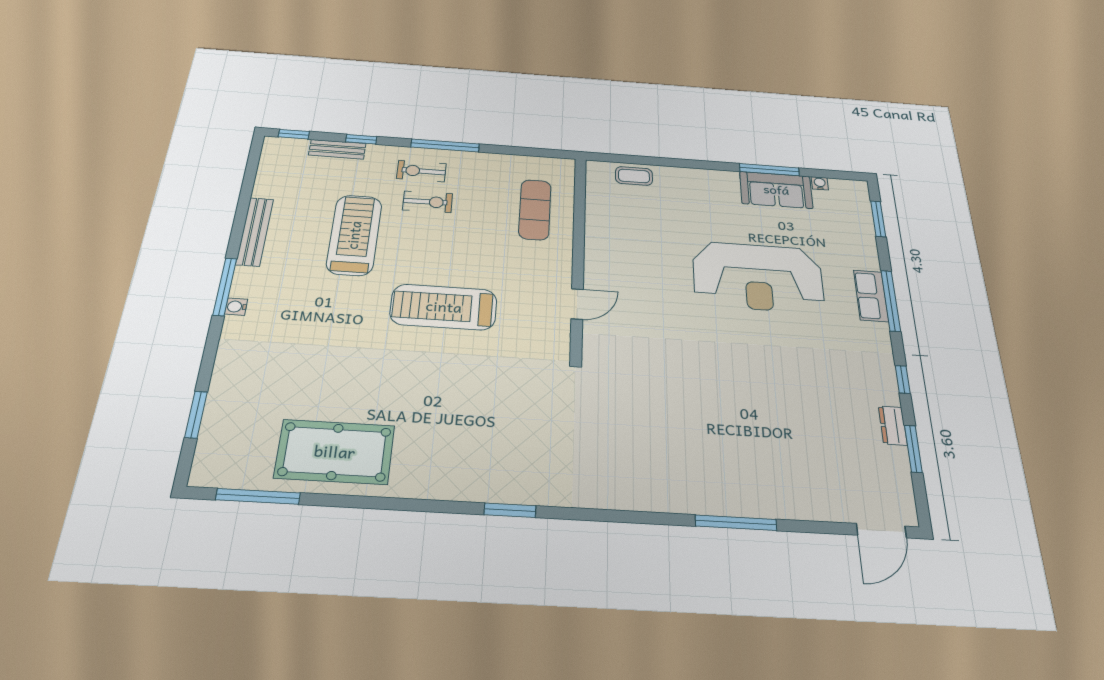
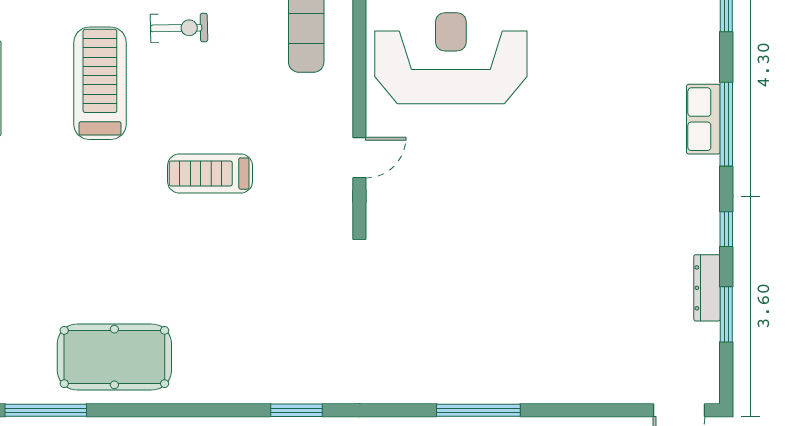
reception desk: (758, 277) -> (451, 58), moved, turned 180
treadmill: (444, 307) -> (210, 174), width x0.73, depth x0.73
dresser: (893, 426) -> (707, 288), width x1.44
window: (736, 523) -> (478, 410), moved

